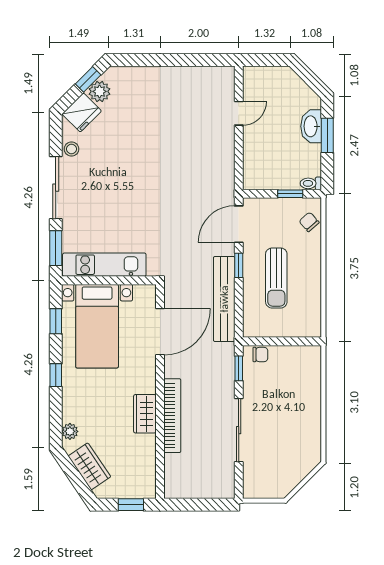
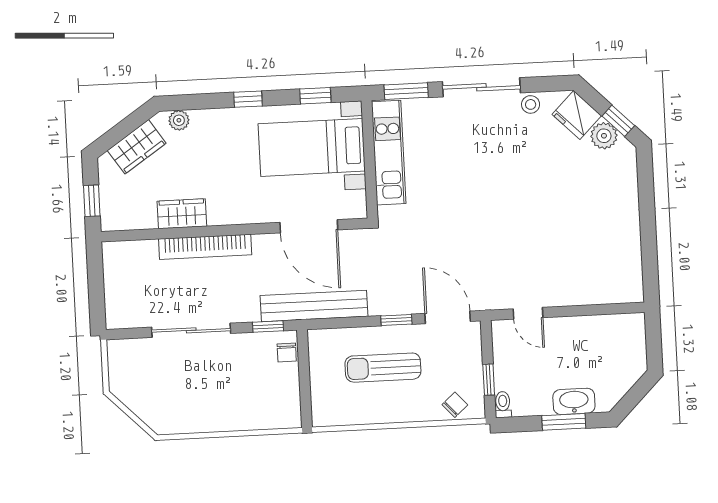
door: (239, 113) -> (528, 313), moved
bench: (224, 299) -> (314, 306), moved
wardrobe: (145, 414) -> (182, 214), moved

